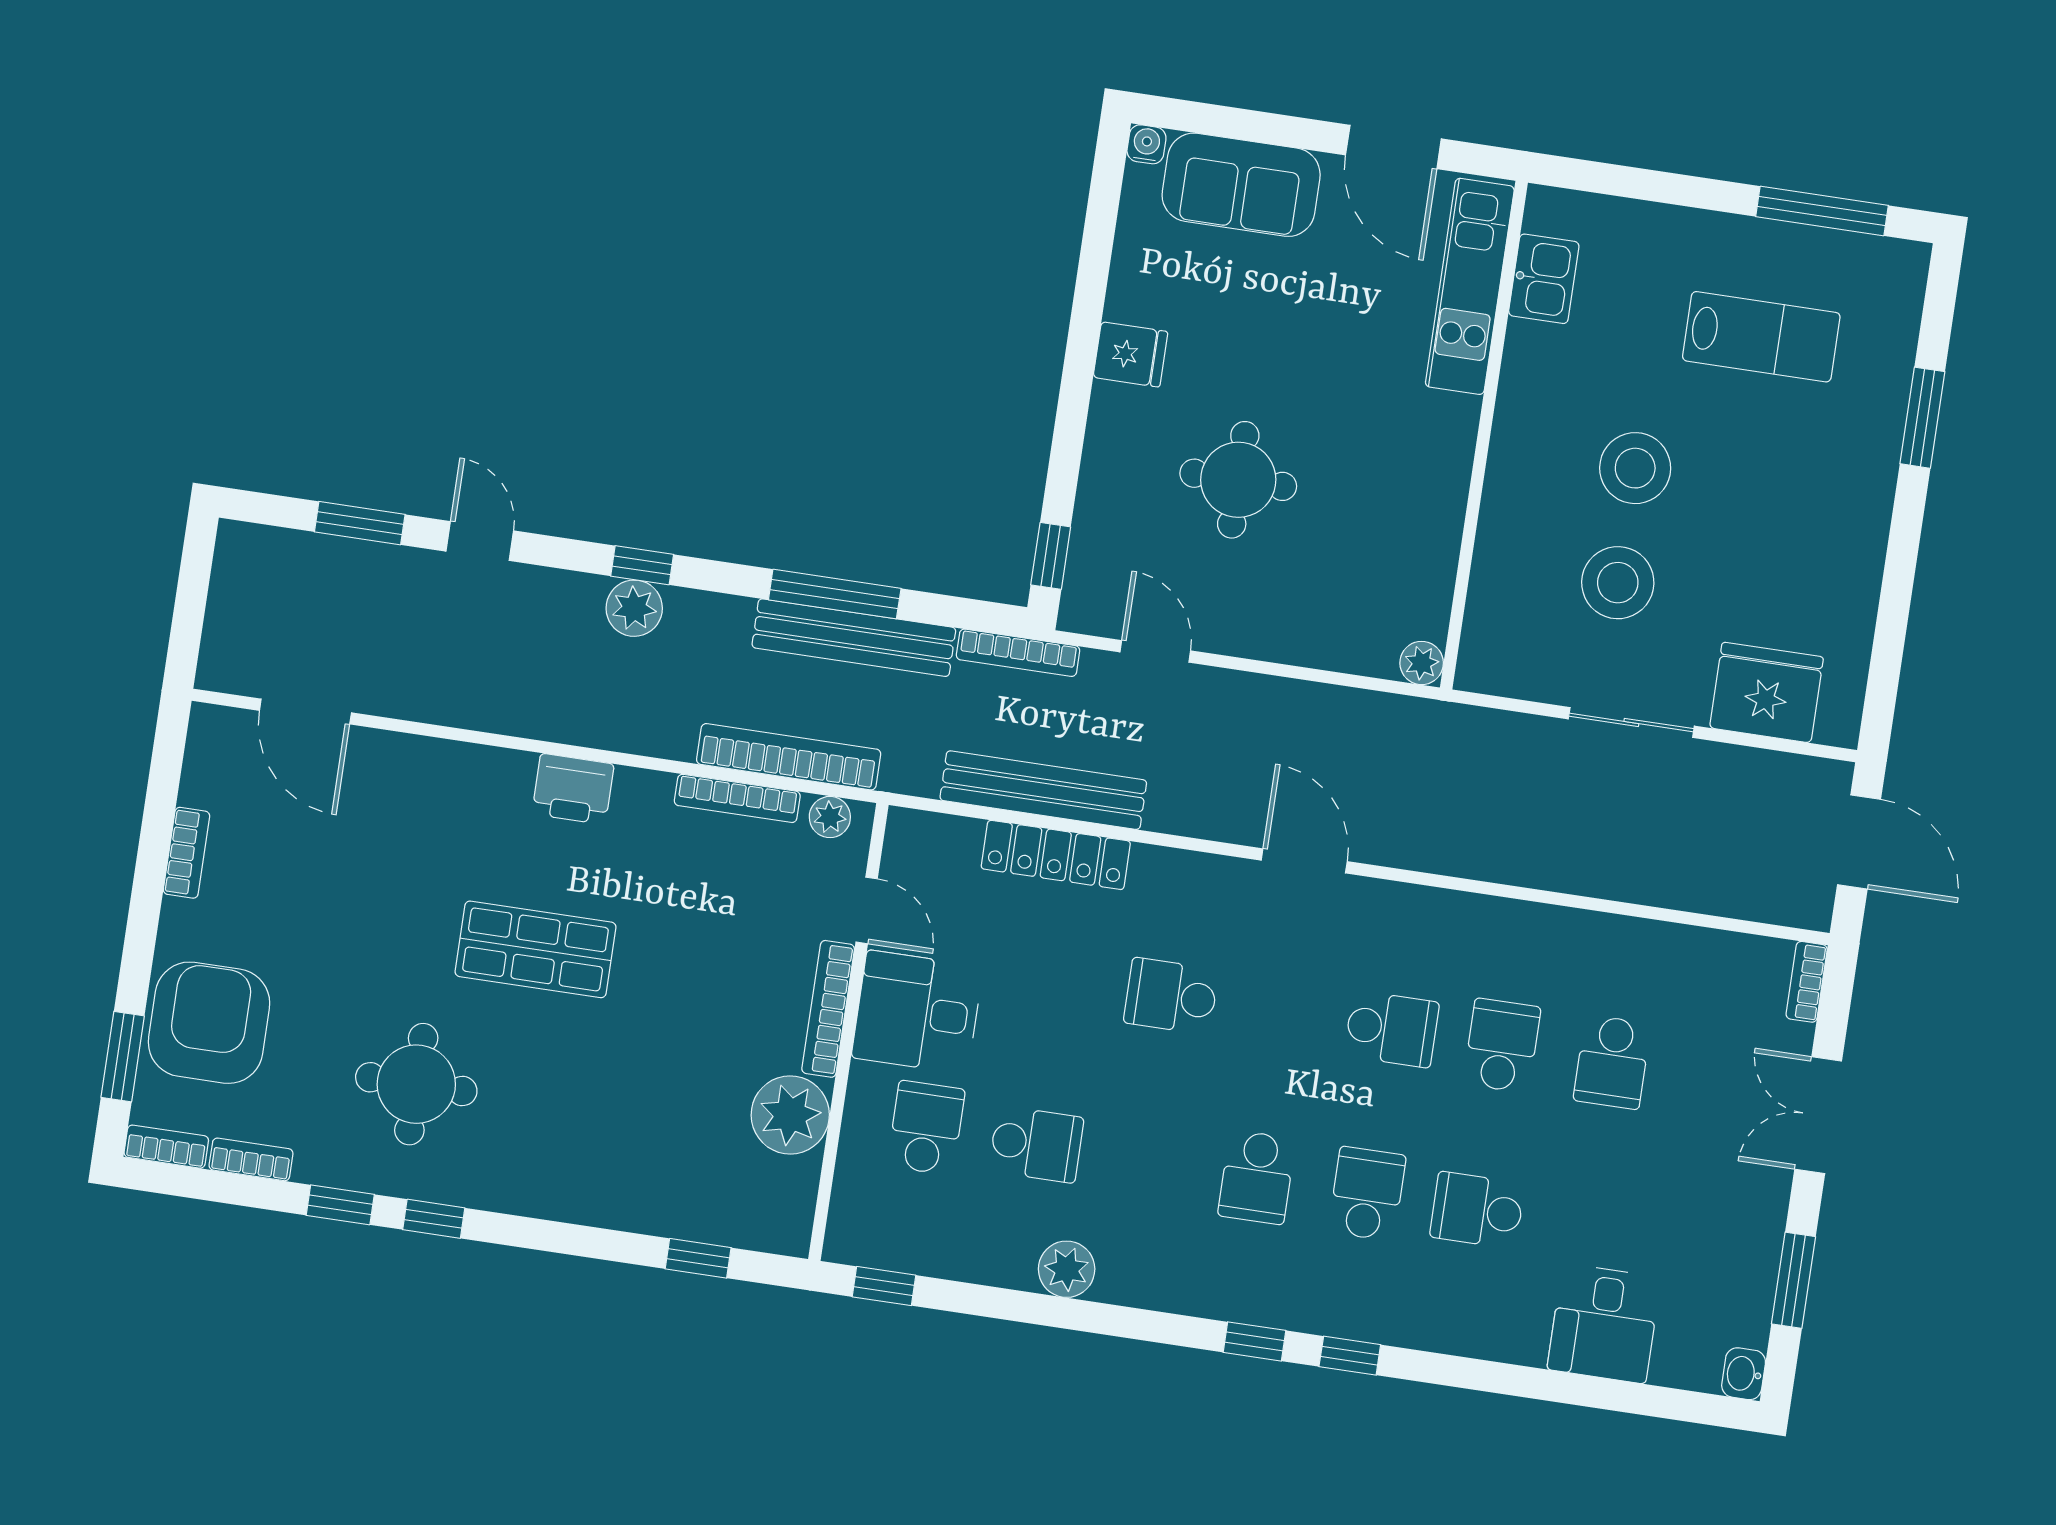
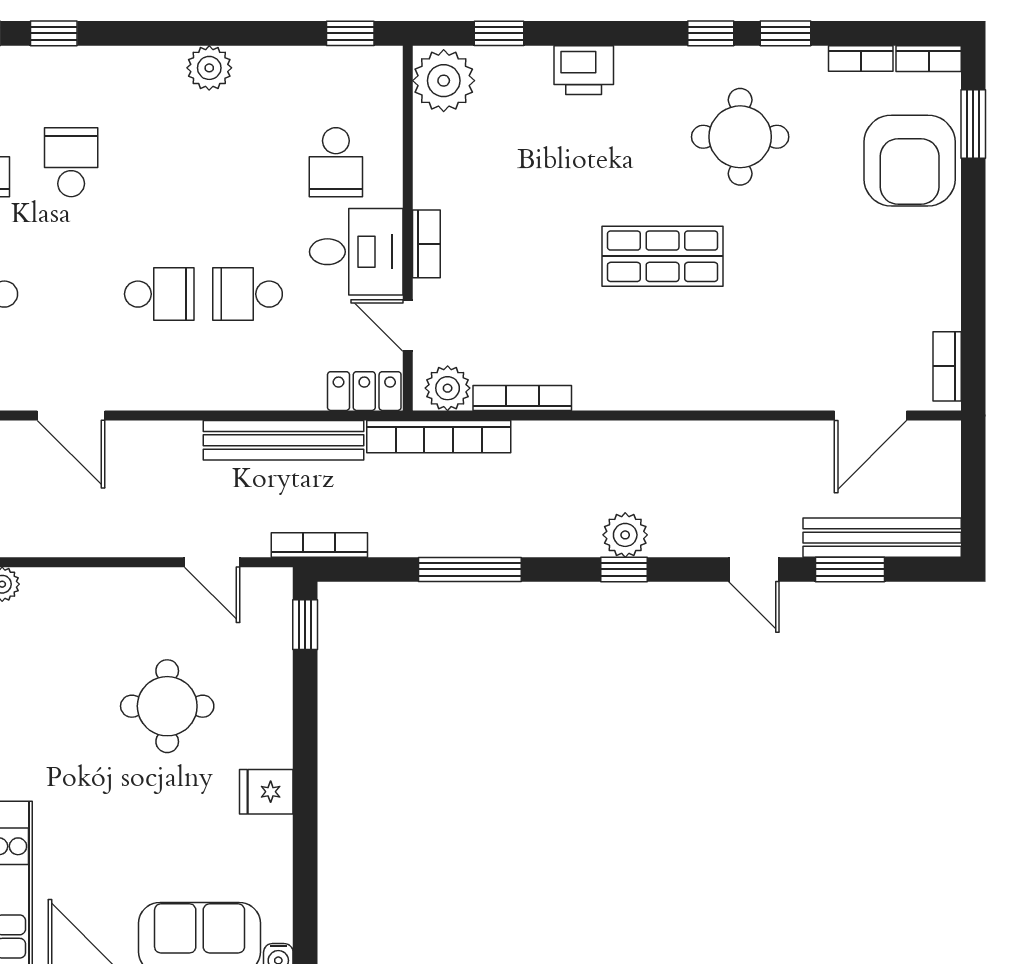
bench: (854, 638) -> (882, 538), moved
door: (305, 712) -> (871, 415), swing flipped
bookcase: (789, 757) -> (439, 437), moved
printer: (573, 789) -> (584, 70), moved, turned 180
plant: (830, 817) -> (448, 388), width x1.38, depth x1.38
bookcase: (187, 853) -> (947, 366), moved
locker: (1056, 855) -> (364, 391), moved, width x0.66
bookcase: (828, 1009) -> (426, 244), width x0.64
plant: (790, 1115) -> (444, 81), moved
school desk: (1036, 1144) -> (248, 294), moved

